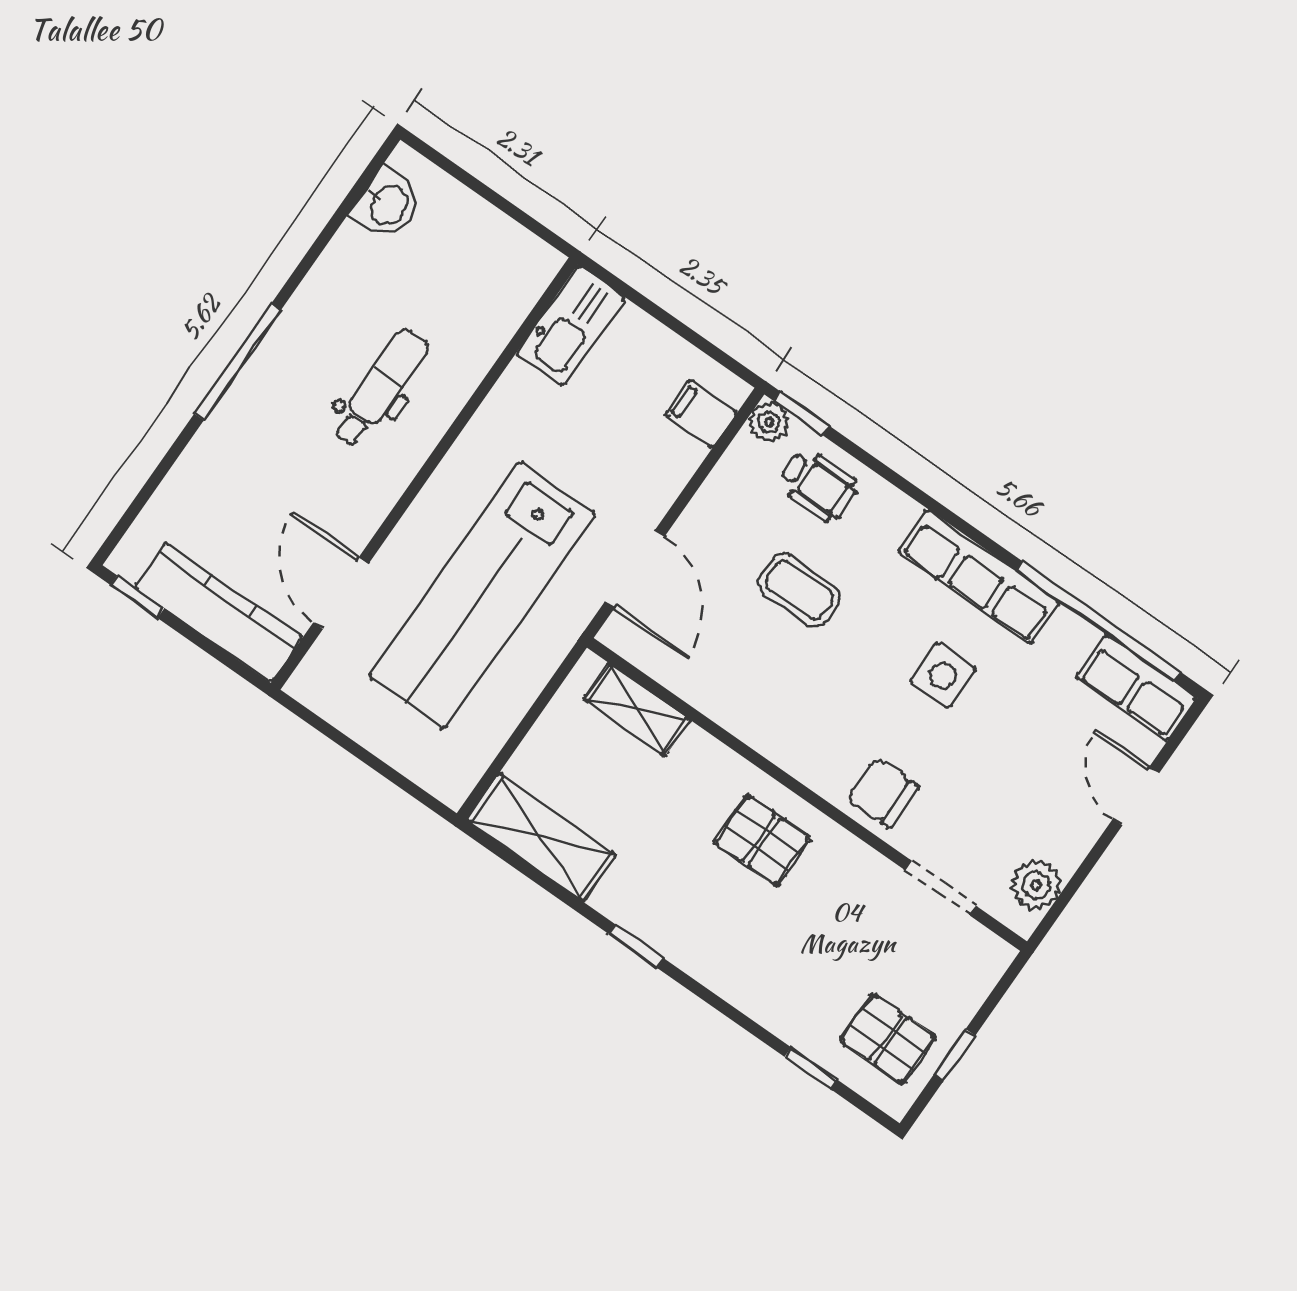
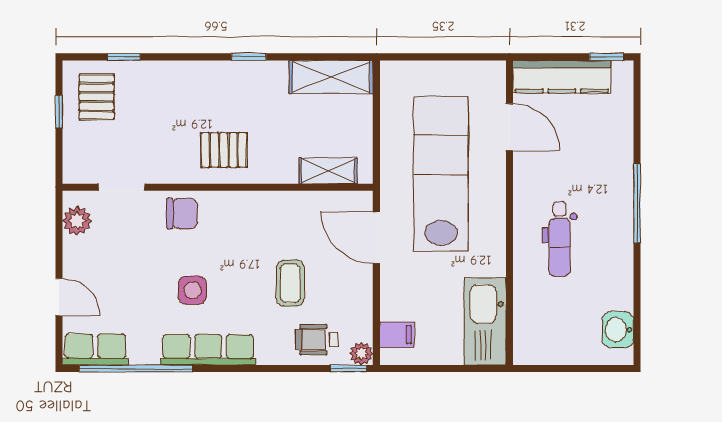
kitchen sink: (571, 325) -> (485, 321), width x1.36, depth x1.24
coffee table: (799, 590) -> (290, 283), turned 90
pallet: (888, 1039) -> (97, 97), turned 90

